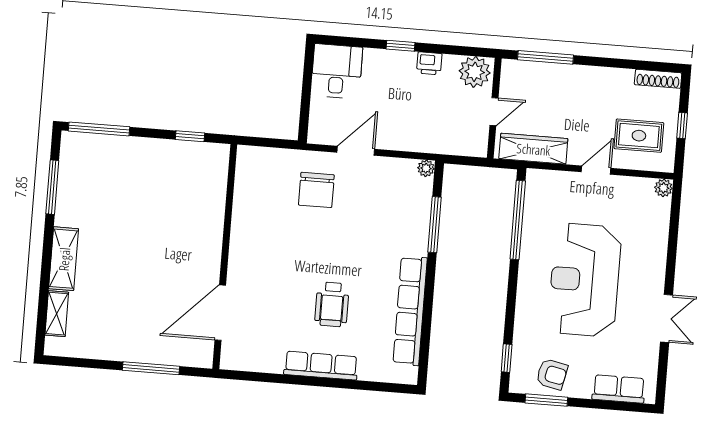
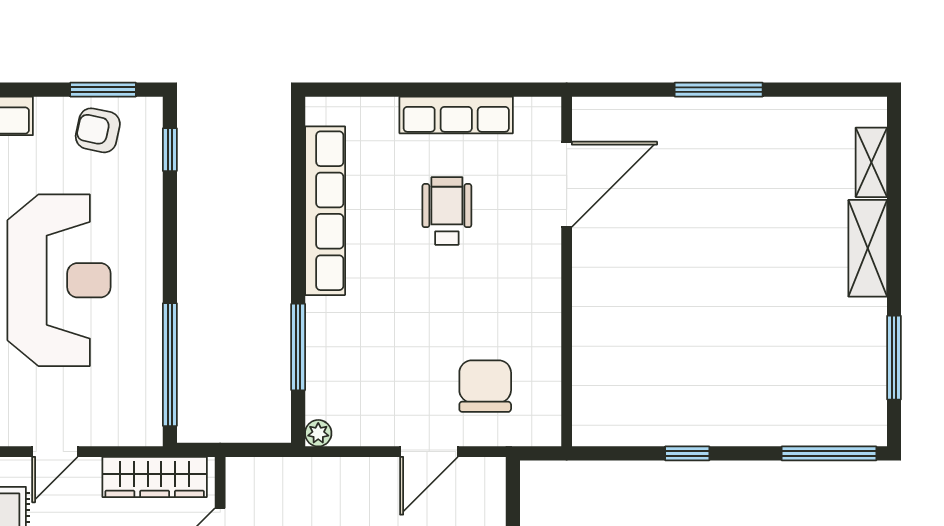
wall: (225, 257) -> (567, 271), moved
door: (220, 313) -> (567, 184), moved

